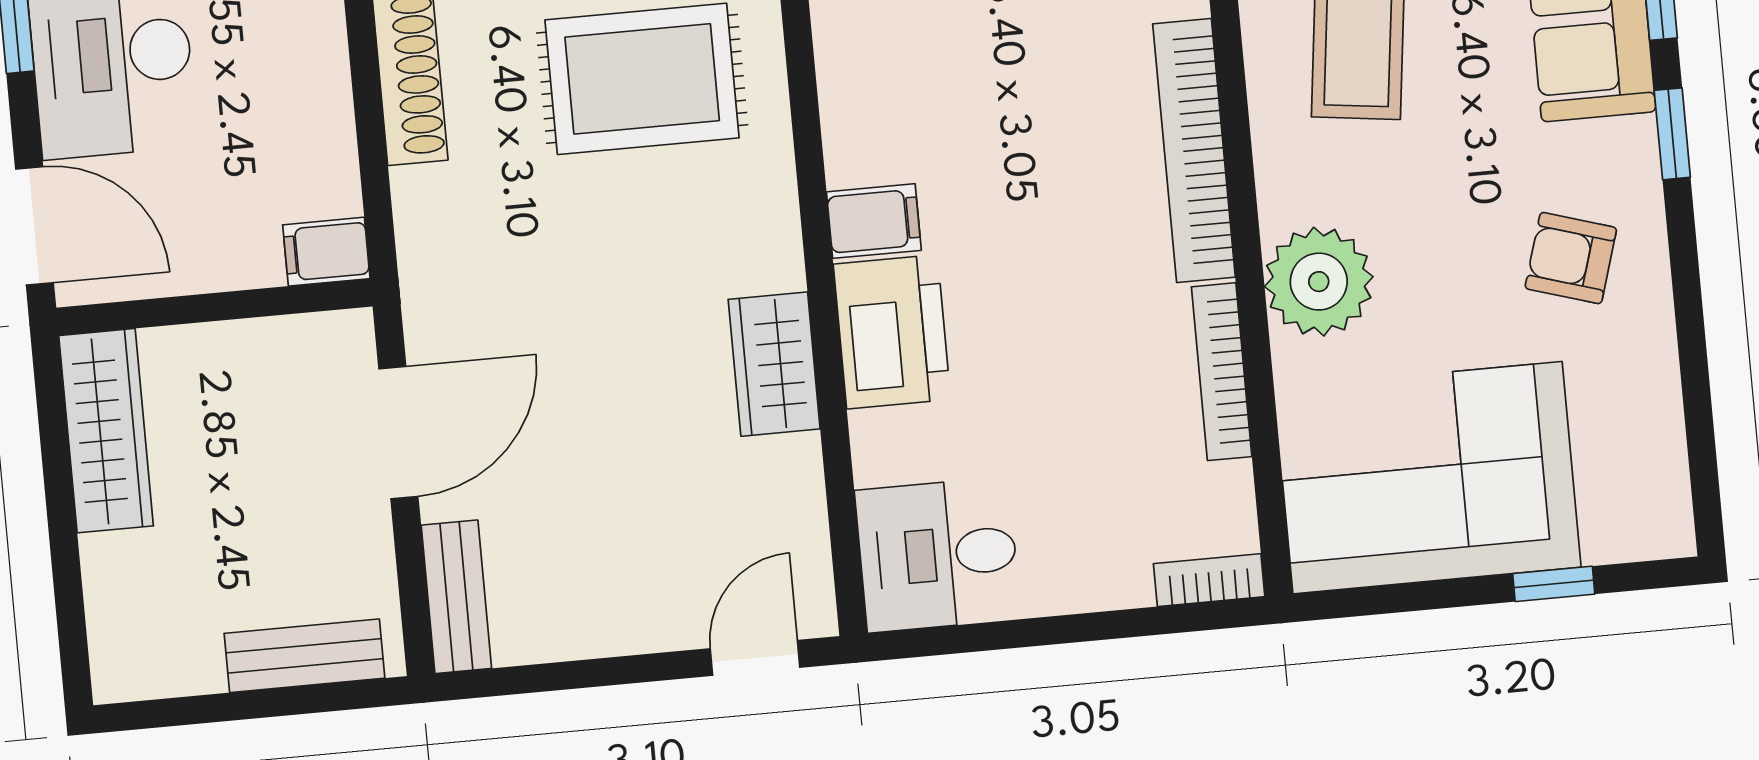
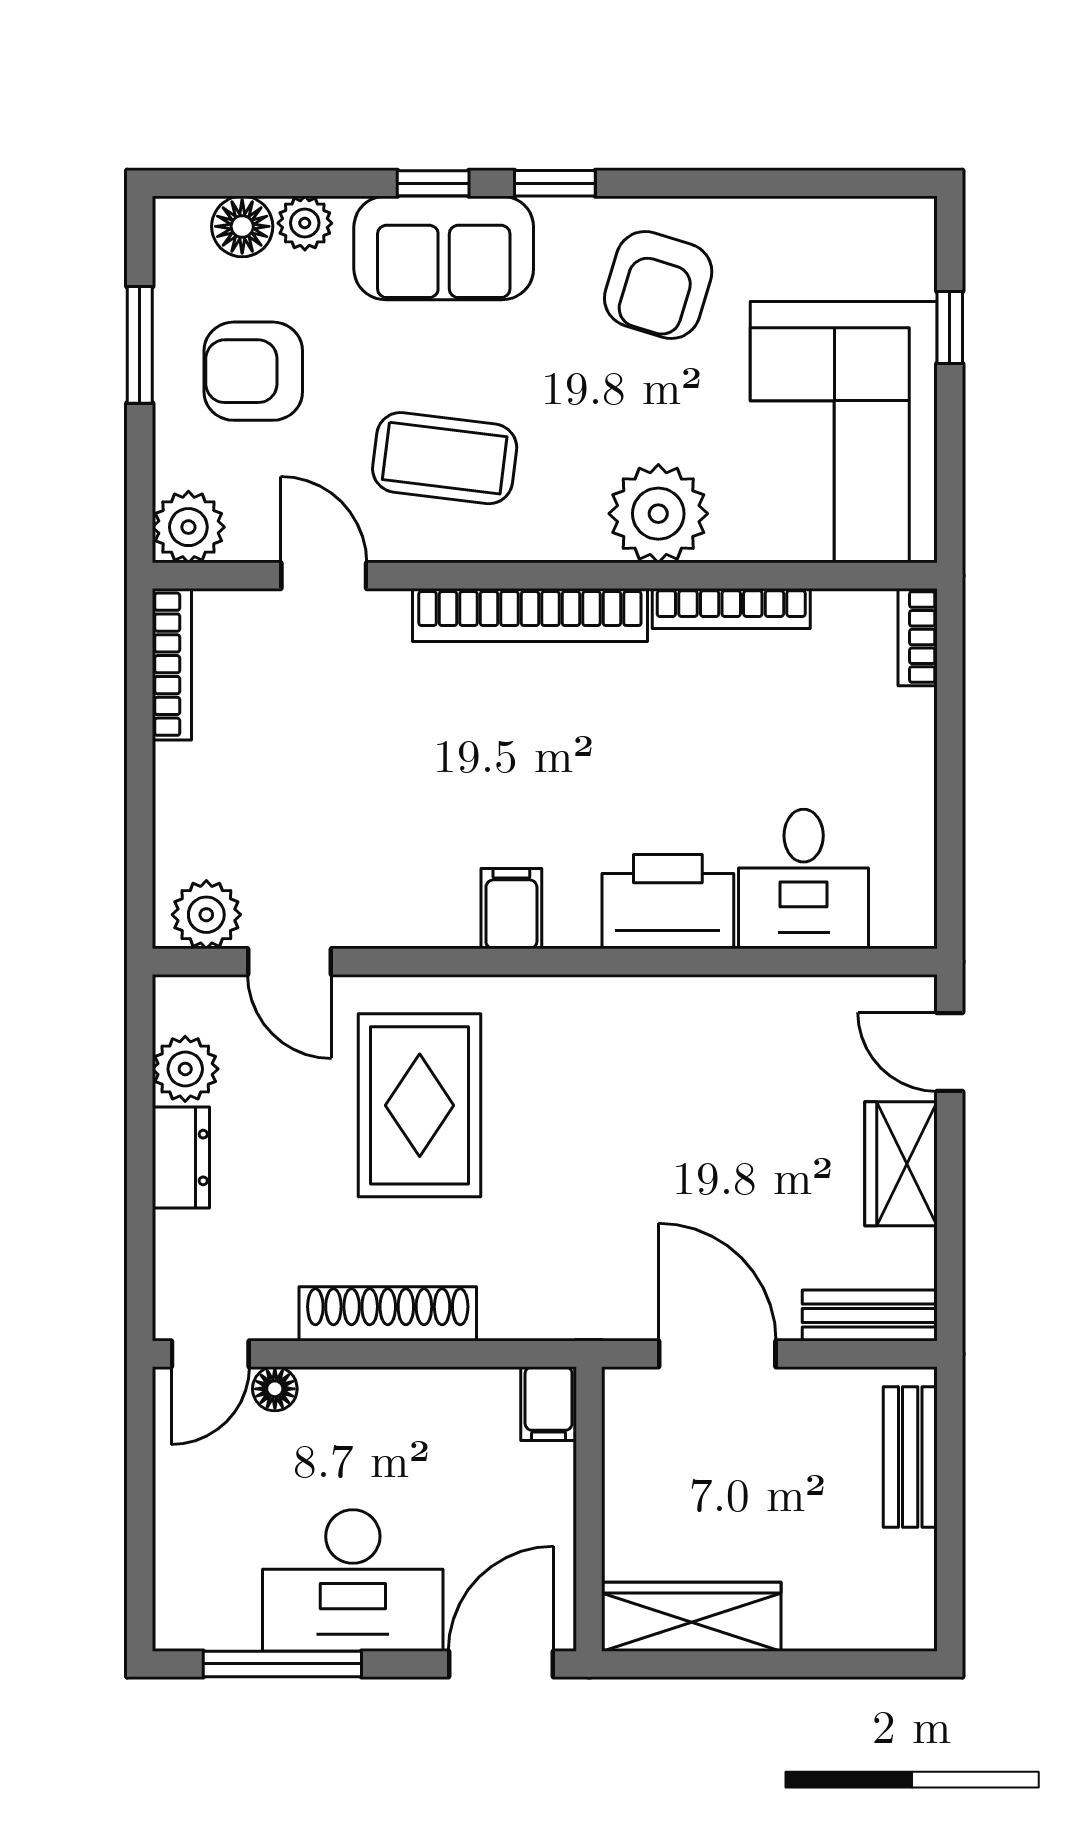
filing cabinet: (874, 221) -> (511, 909), moved
armchair: (1571, 258) -> (658, 285), width x1.38, depth x1.38
wardrobe: (774, 364) -> (901, 1164), moved, turned 90
desk: (938, 555) -> (804, 879), moved

